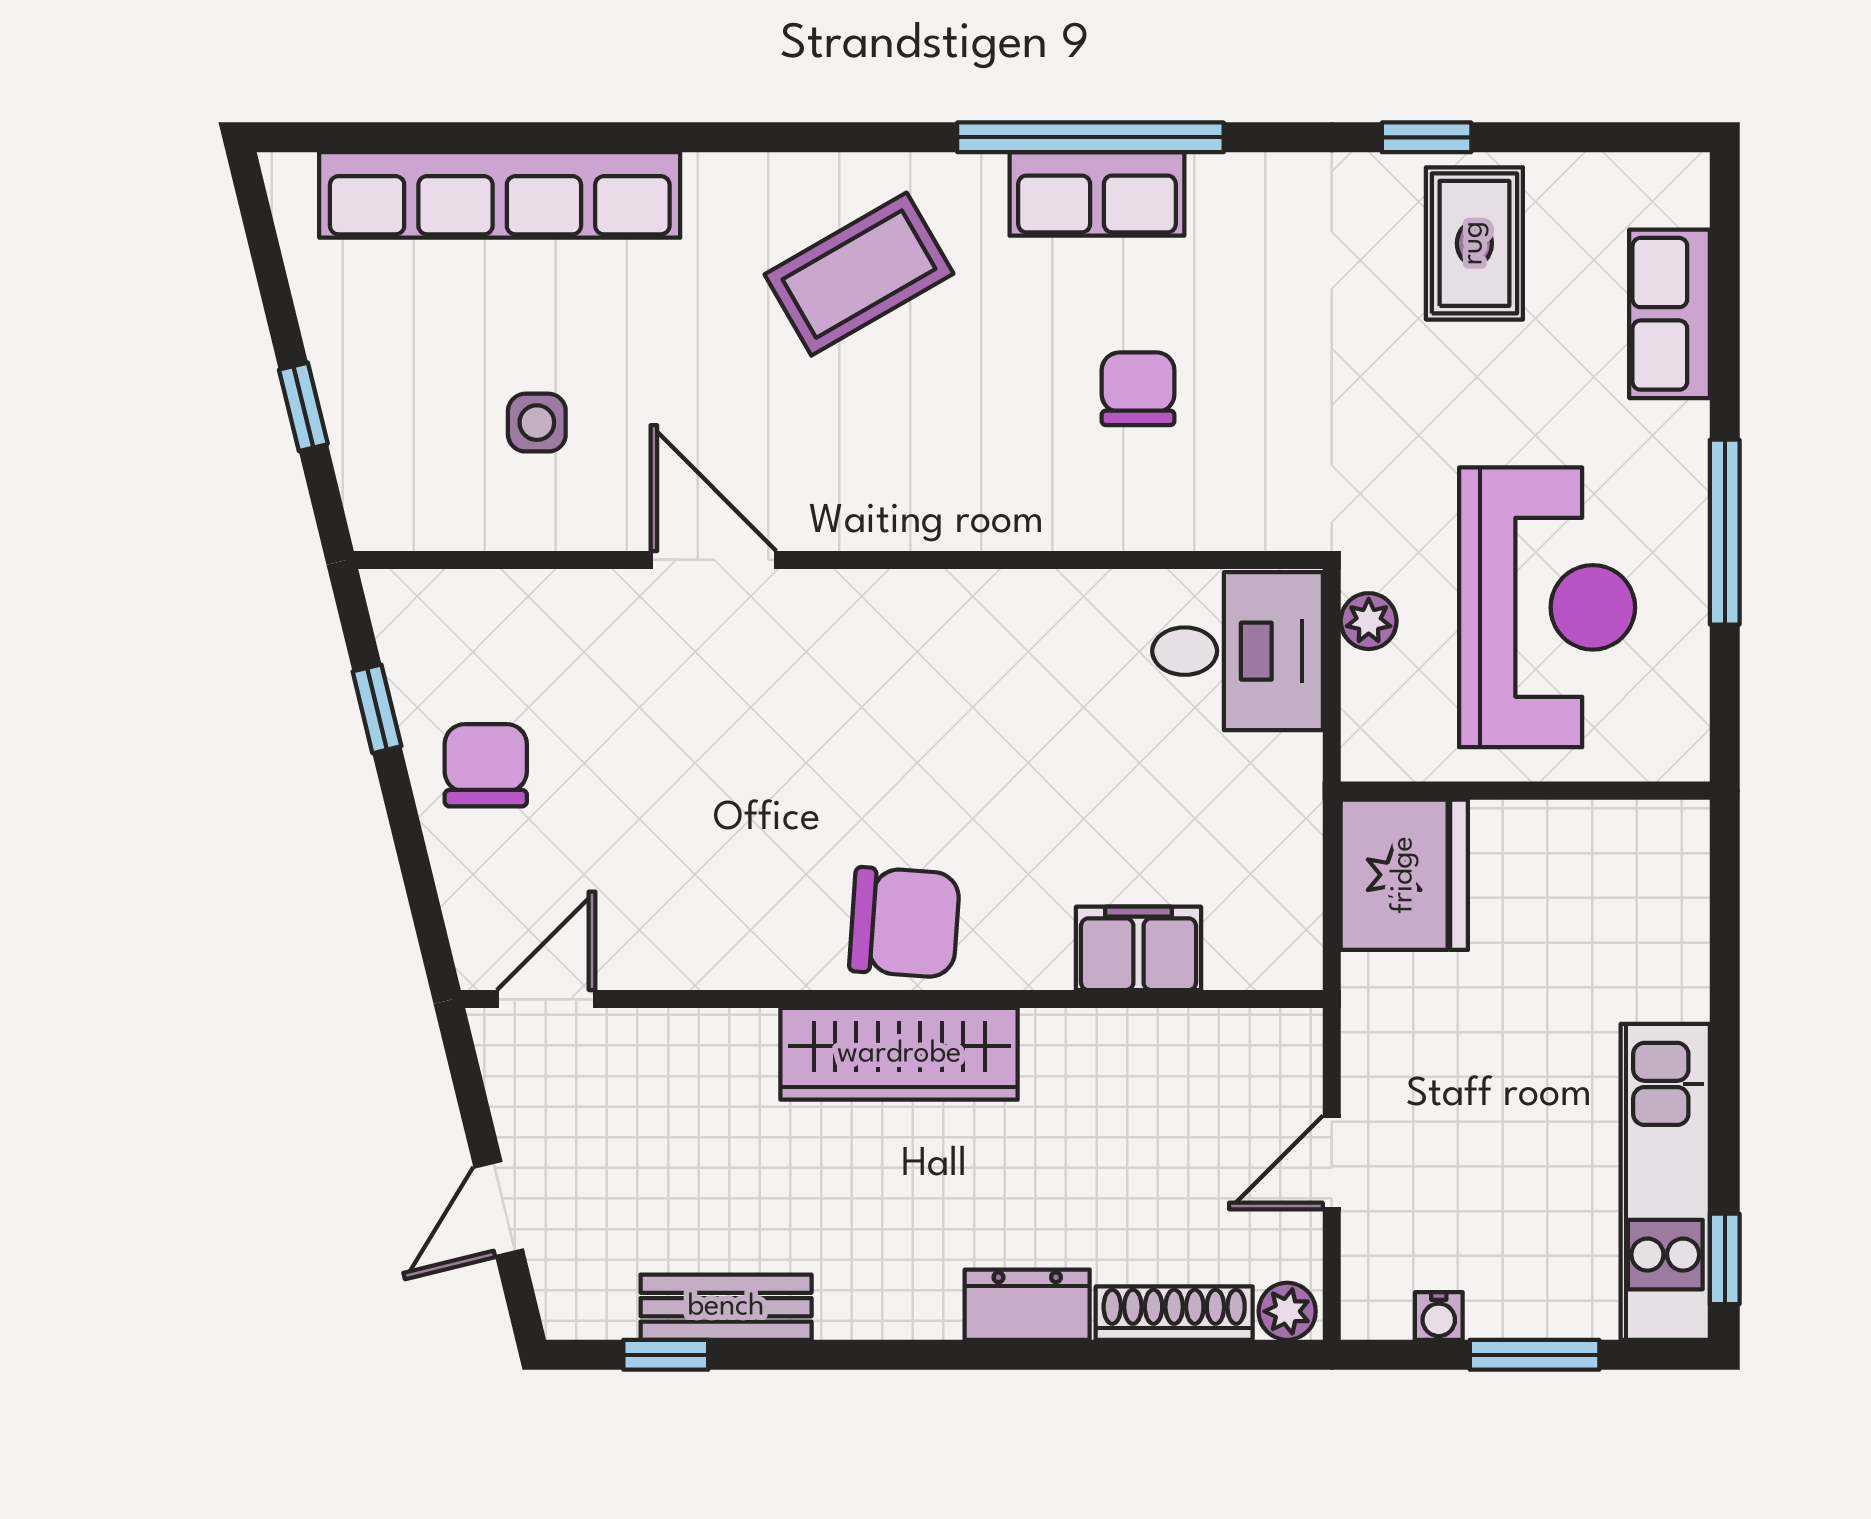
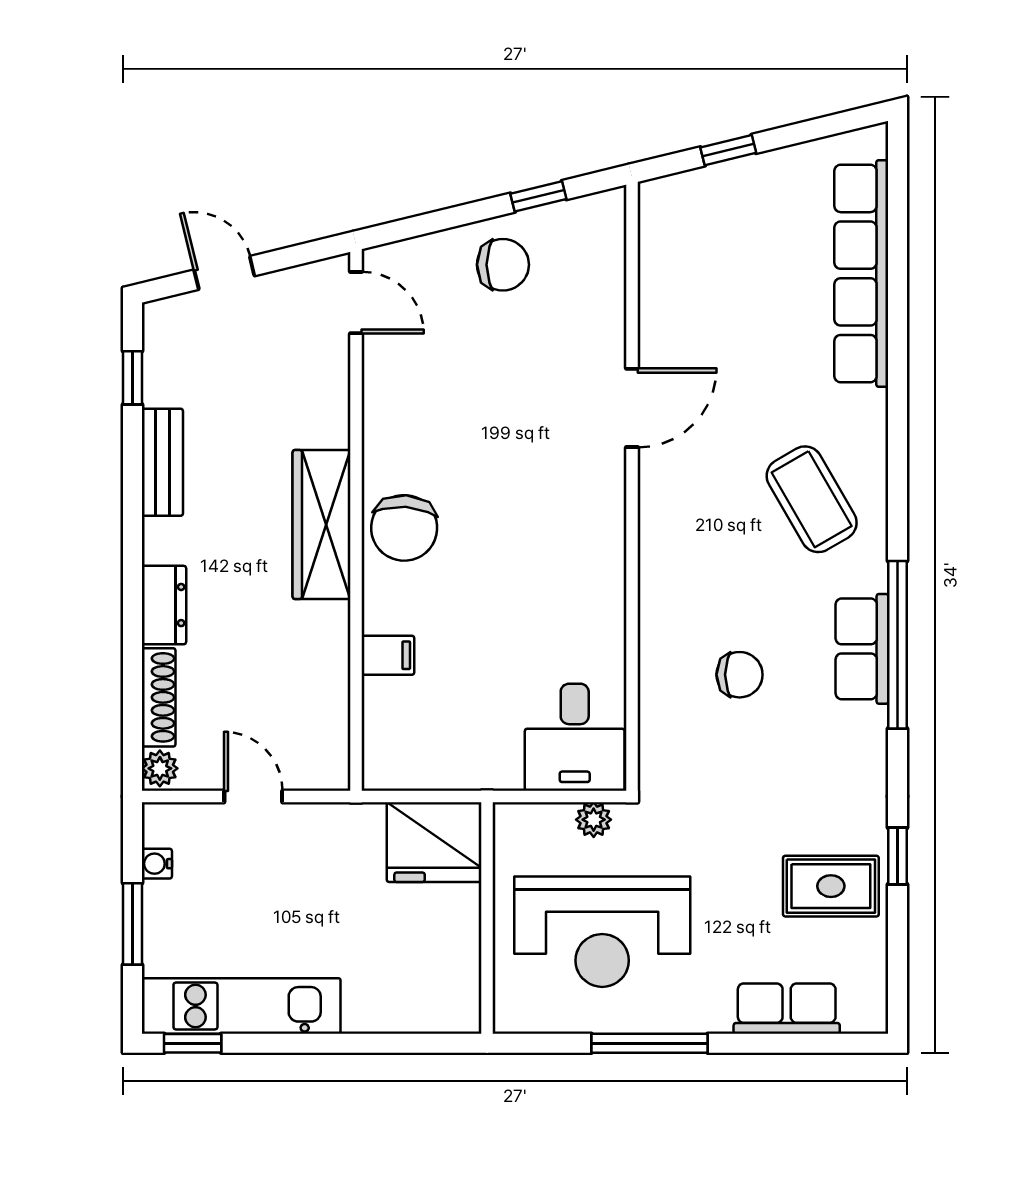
side table: (537, 423) -> (718, 297), removed
filing cabinet: (1139, 948) -> (388, 655), width x0.50
bench: (726, 1307) -> (162, 462), moved

